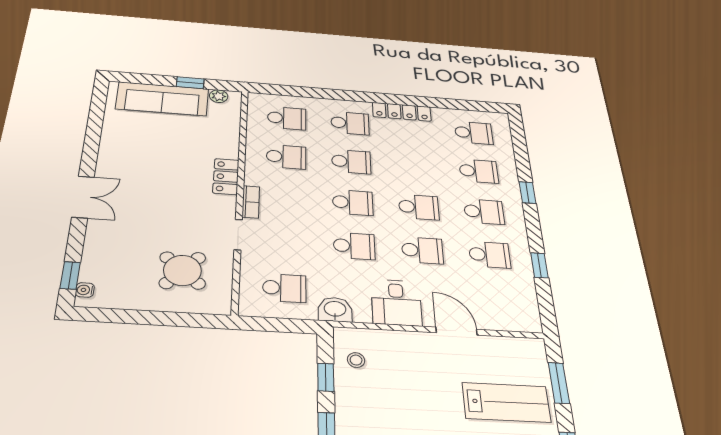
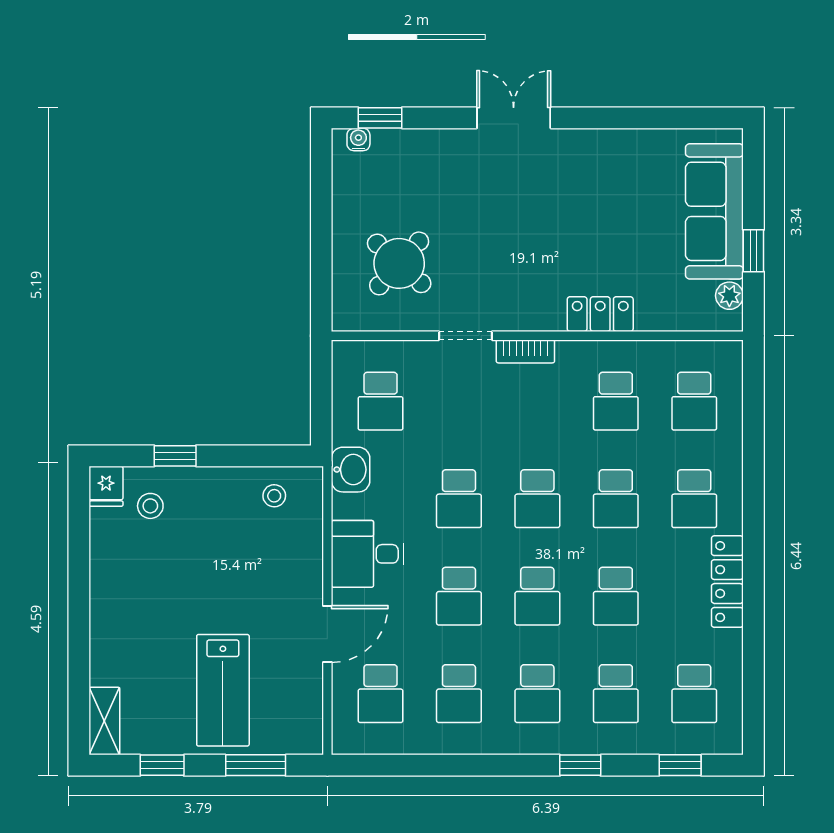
school desk: (415, 166) -> (616, 596), added
locker: (226, 177) -> (600, 314), moved
double door: (83, 197) -> (514, 118), swing flipped
window: (539, 265) -> (680, 765), moved
school desk: (496, 301) -> (381, 694), added
window: (326, 377) -> (246, 456), removed

